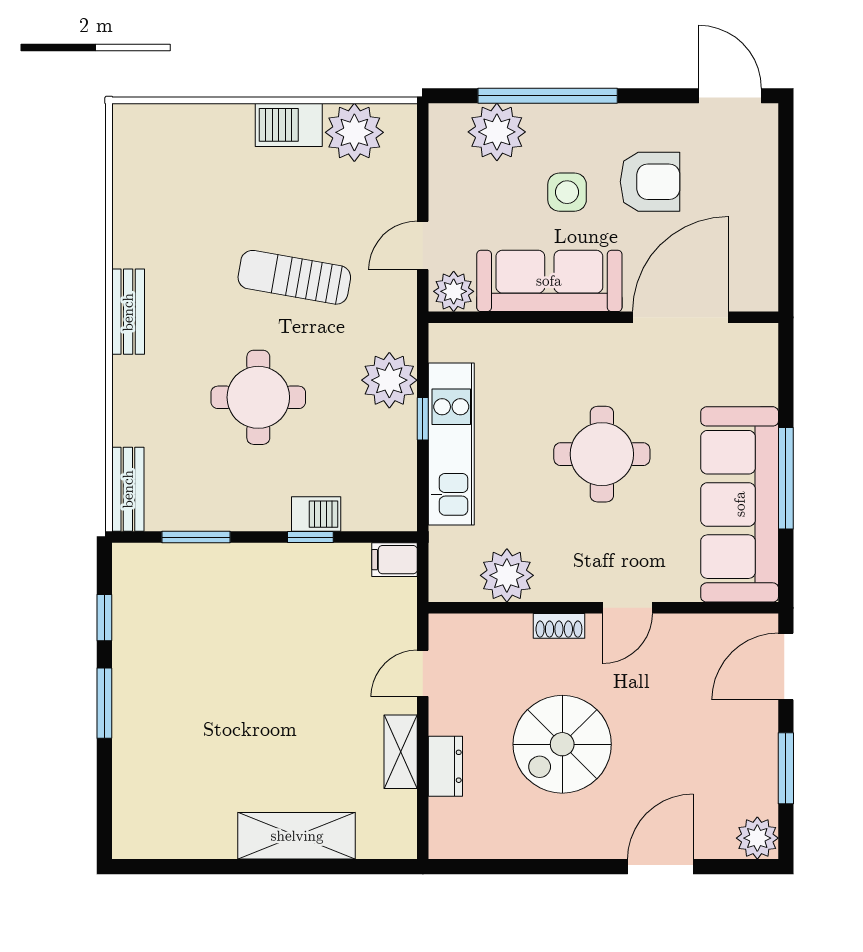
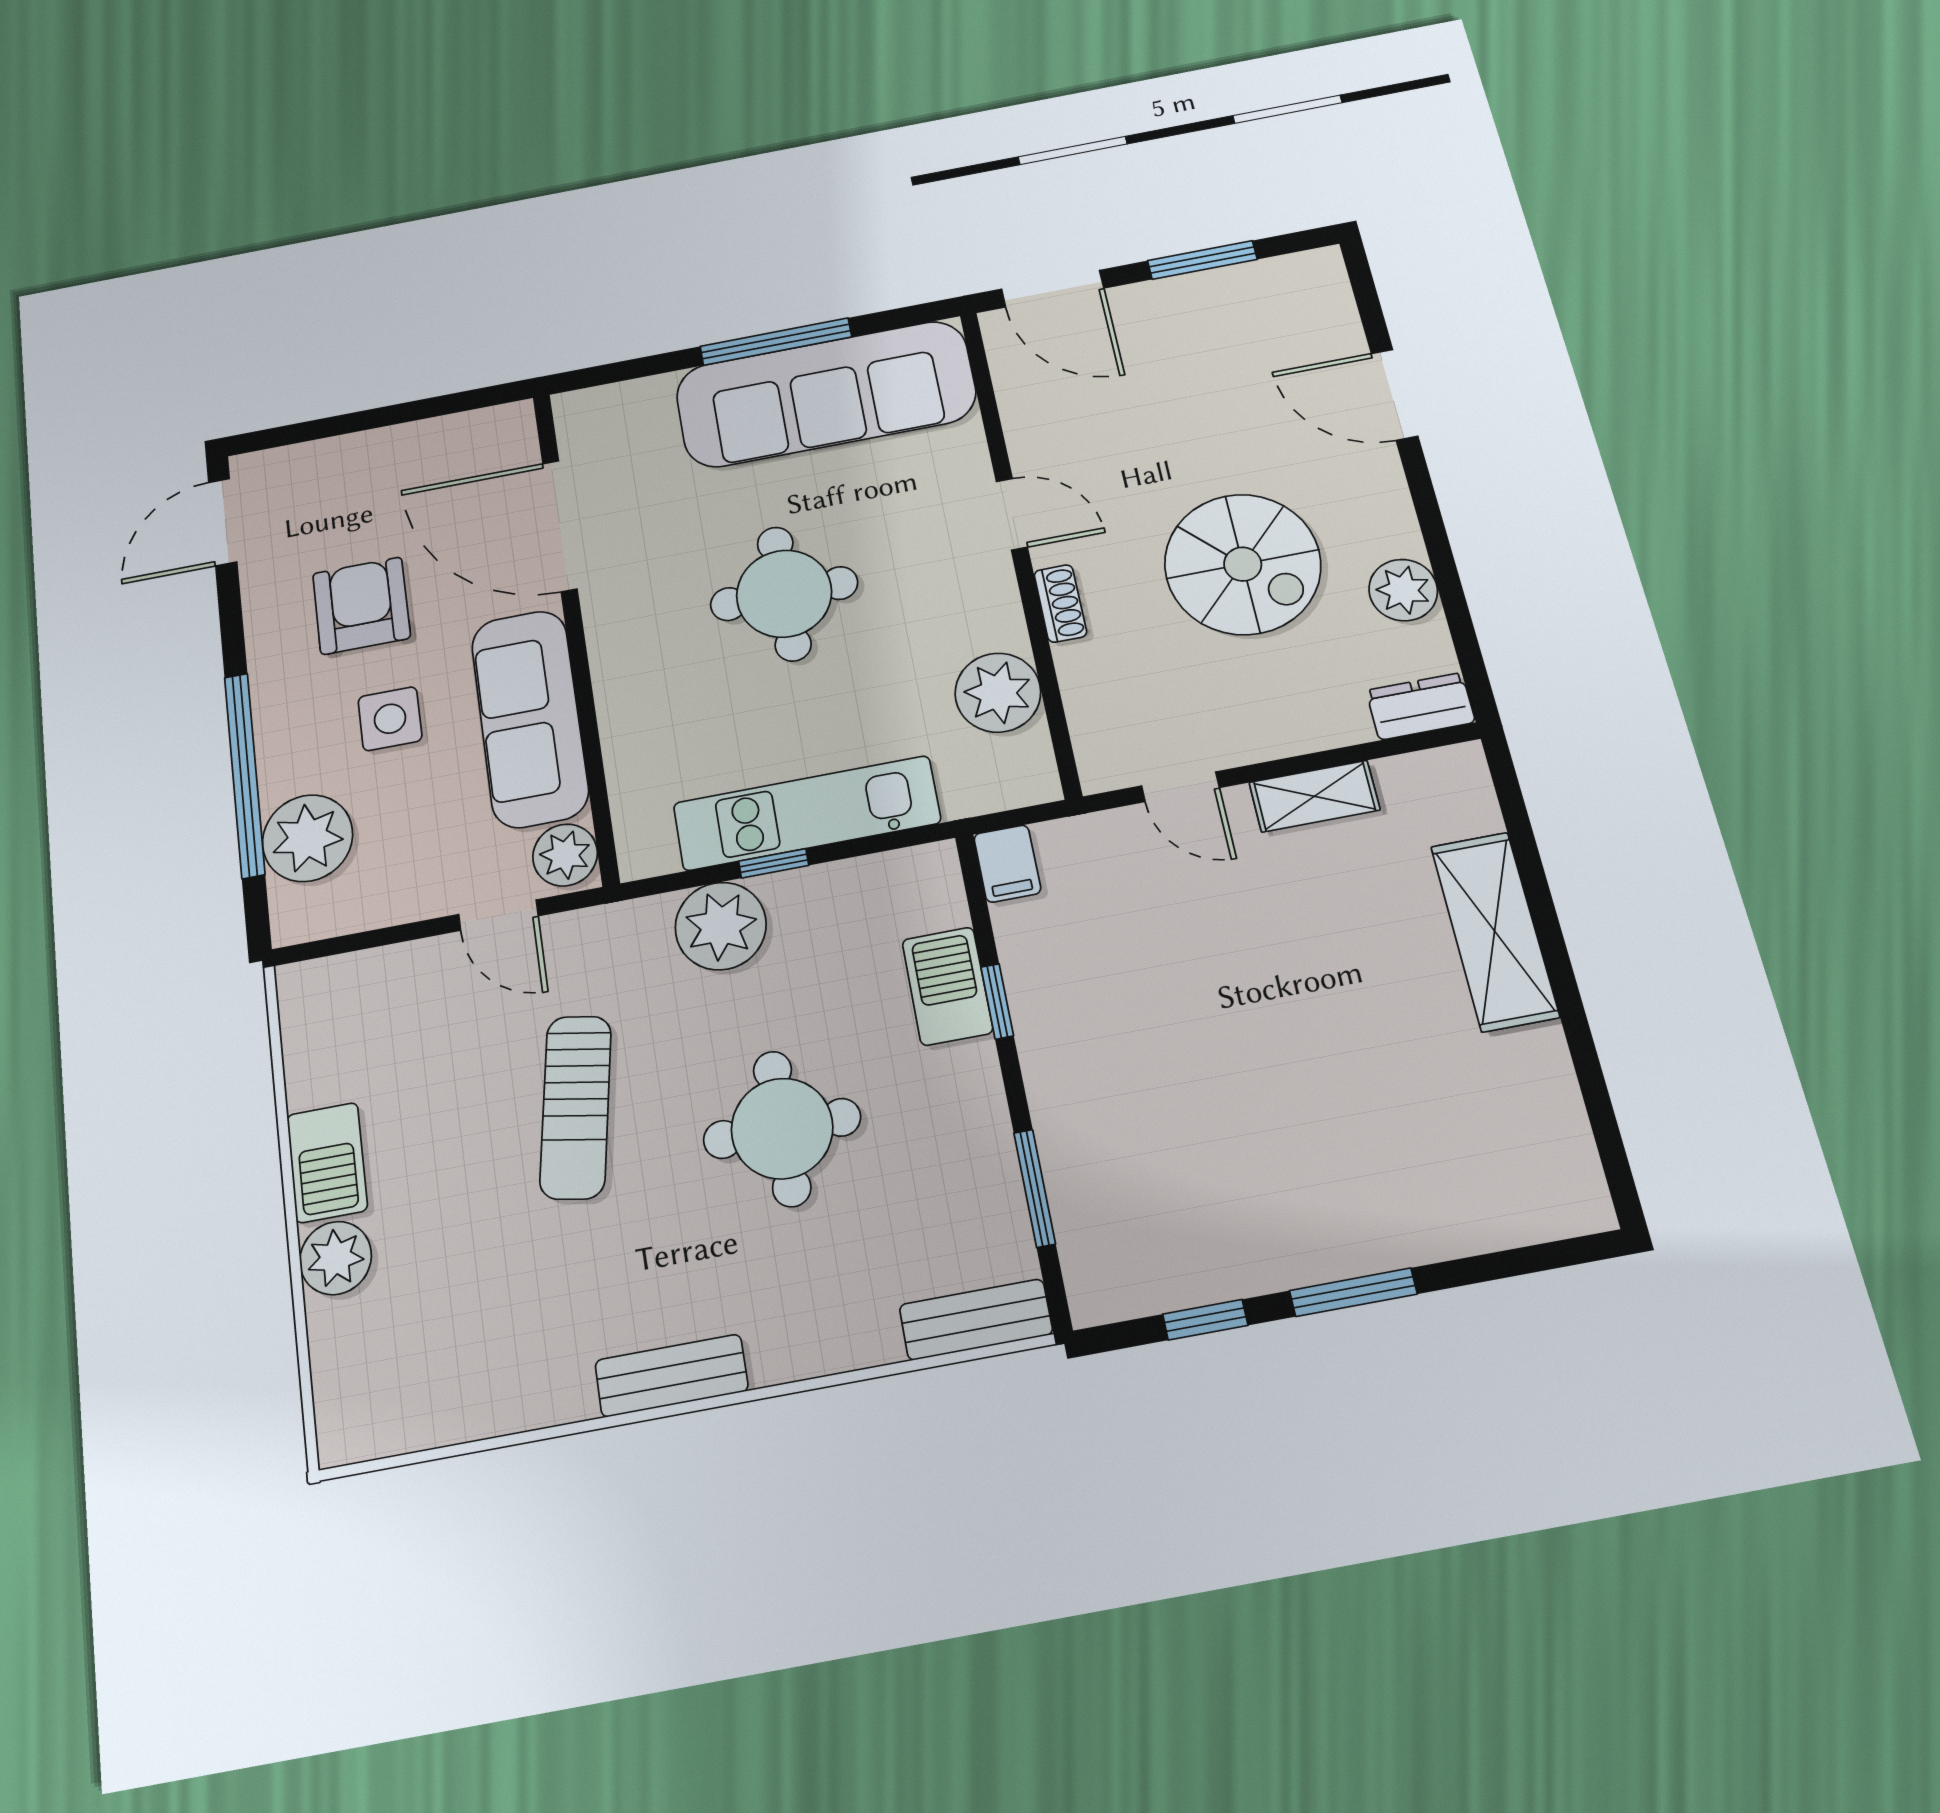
plant: (354, 132) -> (336, 1258), moved, width x0.73, depth x0.73
barbecue: (316, 514) -> (947, 986), width x1.38, depth x1.27
dresser: (445, 766) -> (1421, 706), moved
plant: (757, 838) -> (1403, 590), moved

